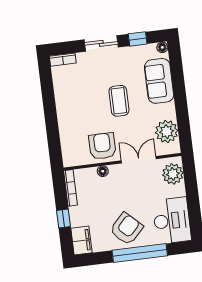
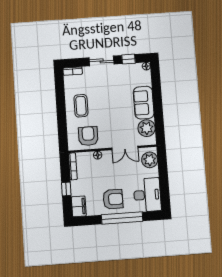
sofa: (159, 81) -> (144, 103), moved
coffee table: (119, 101) -> (81, 106), moved
armchair: (102, 146) -> (88, 136), moved
double door: (139, 160) -> (125, 148), swing flipped
armchair: (126, 229) -> (113, 199), turned 46

